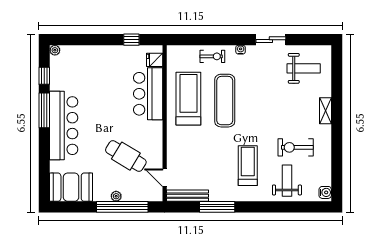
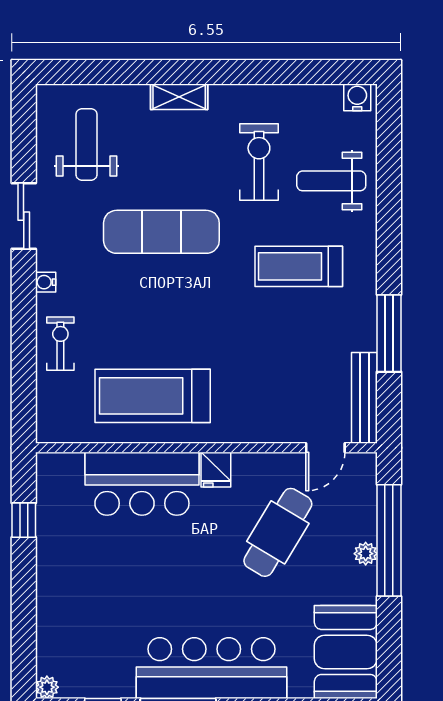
fridge: (155, 60) -> (216, 470), moved
exercise mat: (225, 101) -> (161, 232), moved
exercise bike: (296, 147) -> (259, 162), turned 180

